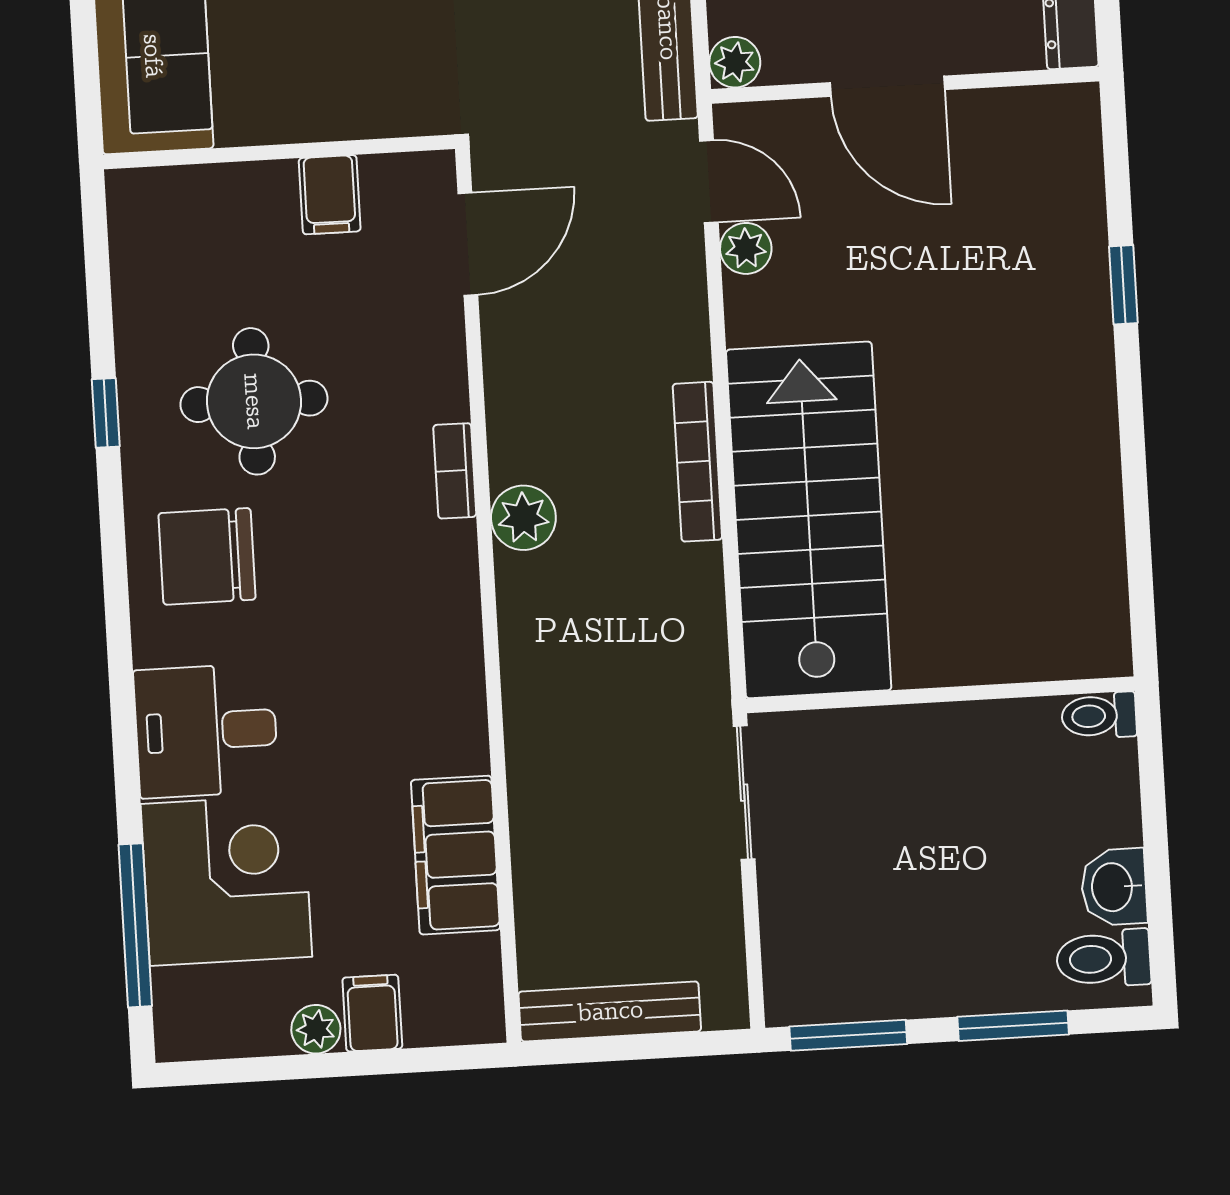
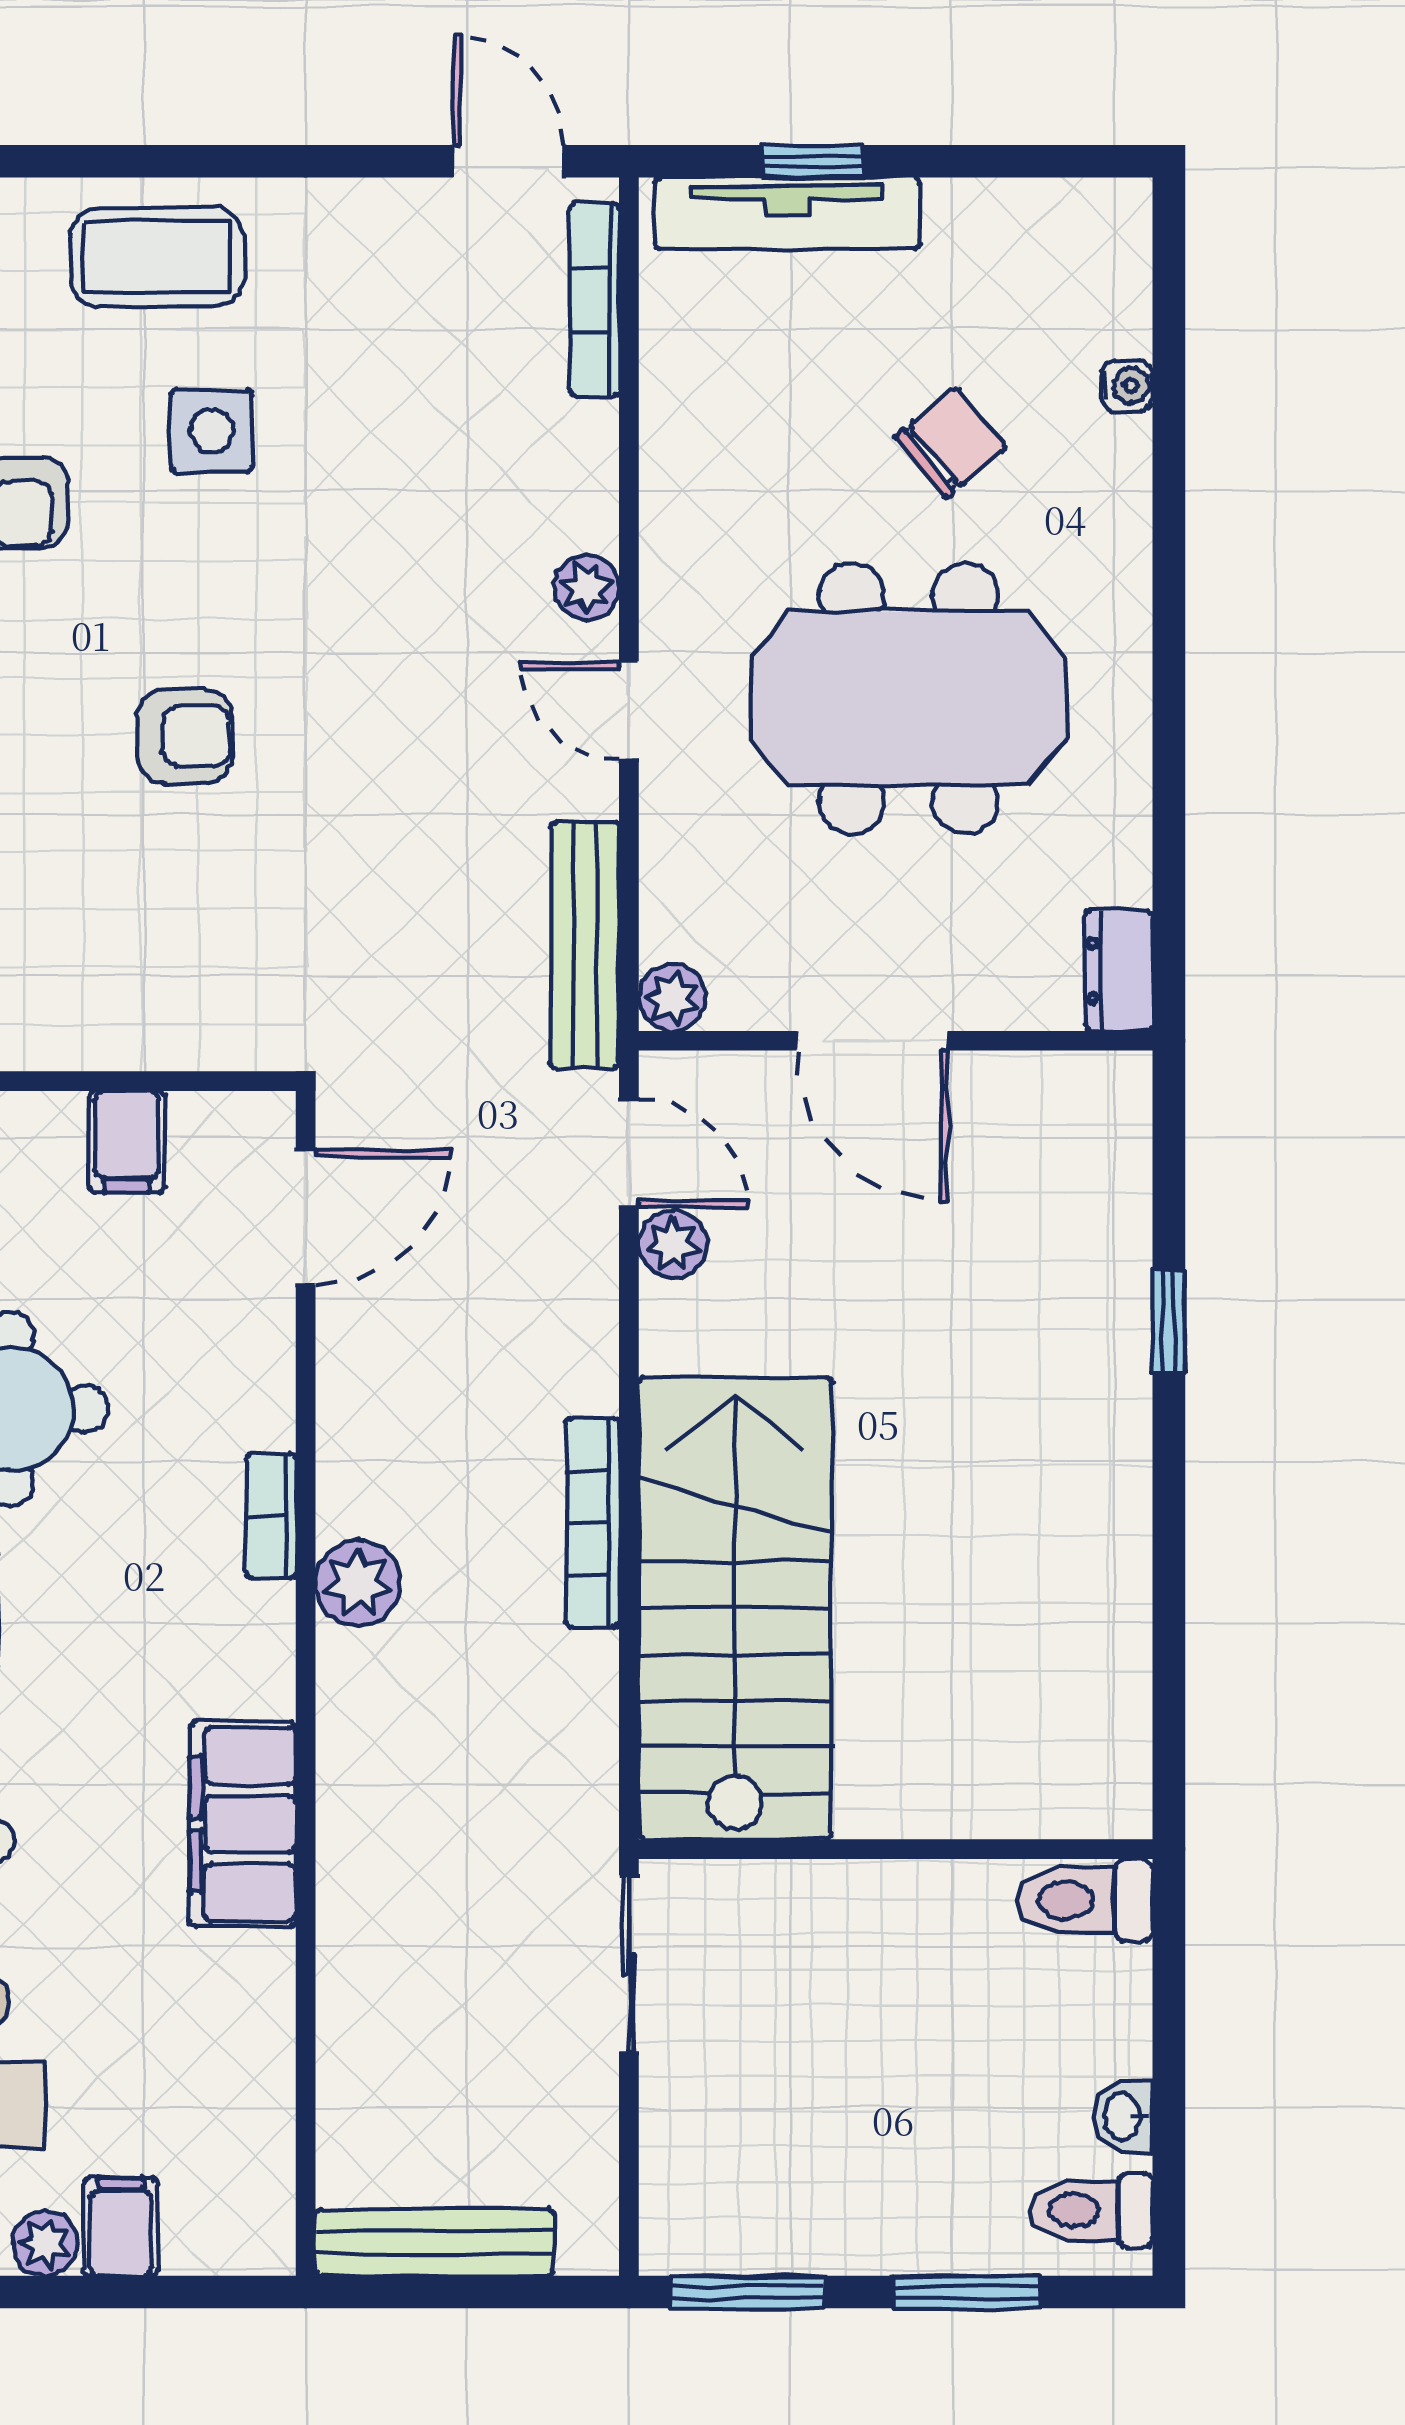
toilet: (1099, 716) -> (1085, 1900), width x1.37, depth x1.39
filing cabinet: (456, 855) -> (243, 1824), moved
washbasin: (1114, 887) -> (1123, 2116), width x0.72, depth x0.69

